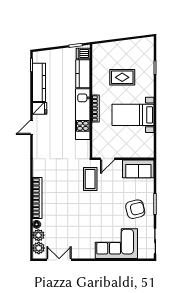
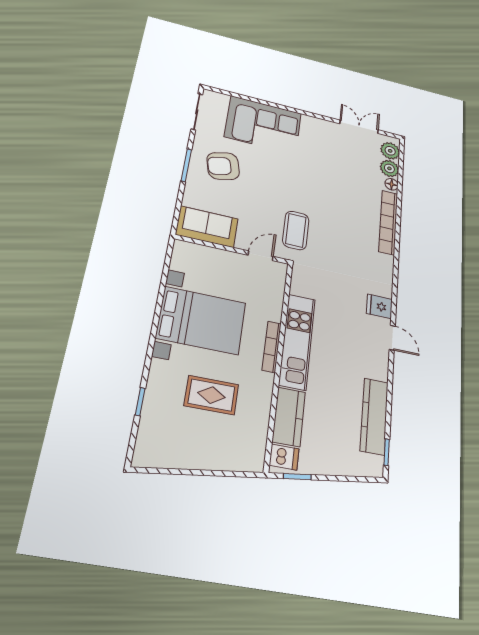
fridge: (40, 108) -> (379, 306), moved
bed with nightstands: (133, 115) -> (201, 320), width x1.36
door: (31, 127) -> (392, 338), hinge flipped
double door: (59, 260) -> (359, 127), swing flipped

